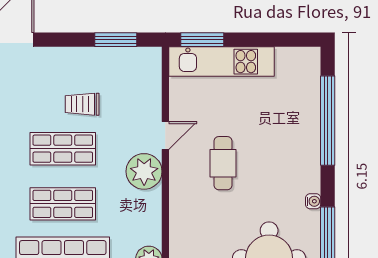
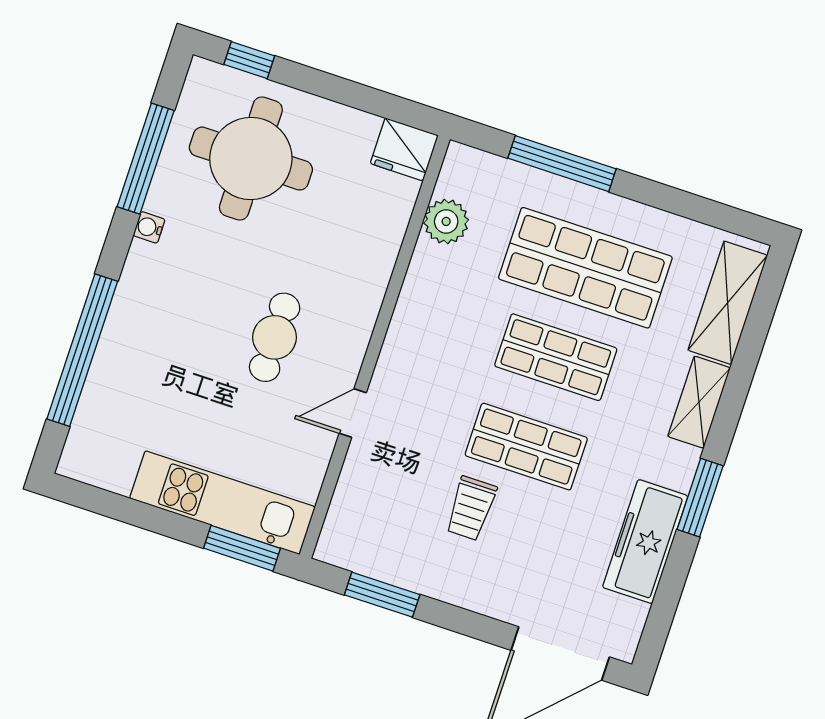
trolley: (82, 104) -> (471, 508), turned 90
plant: (144, 171) -> (407, 366), removed

